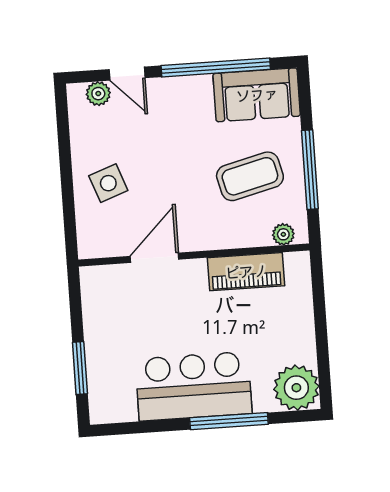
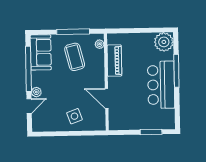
plant: (98, 94) -> (36, 92), moved

